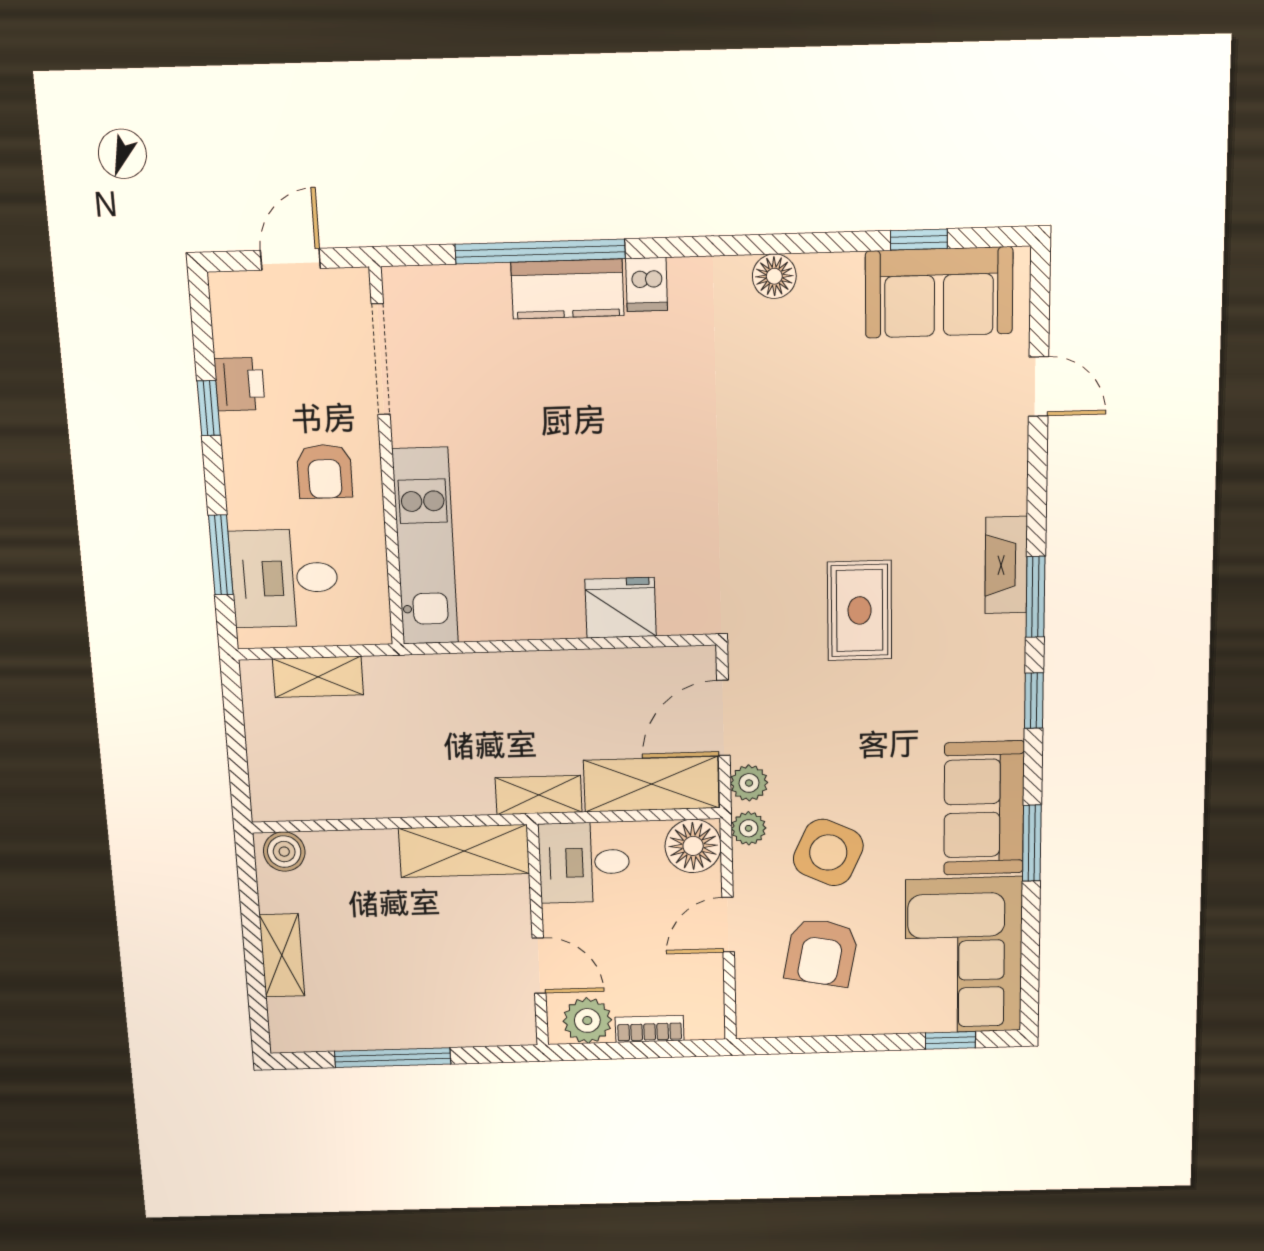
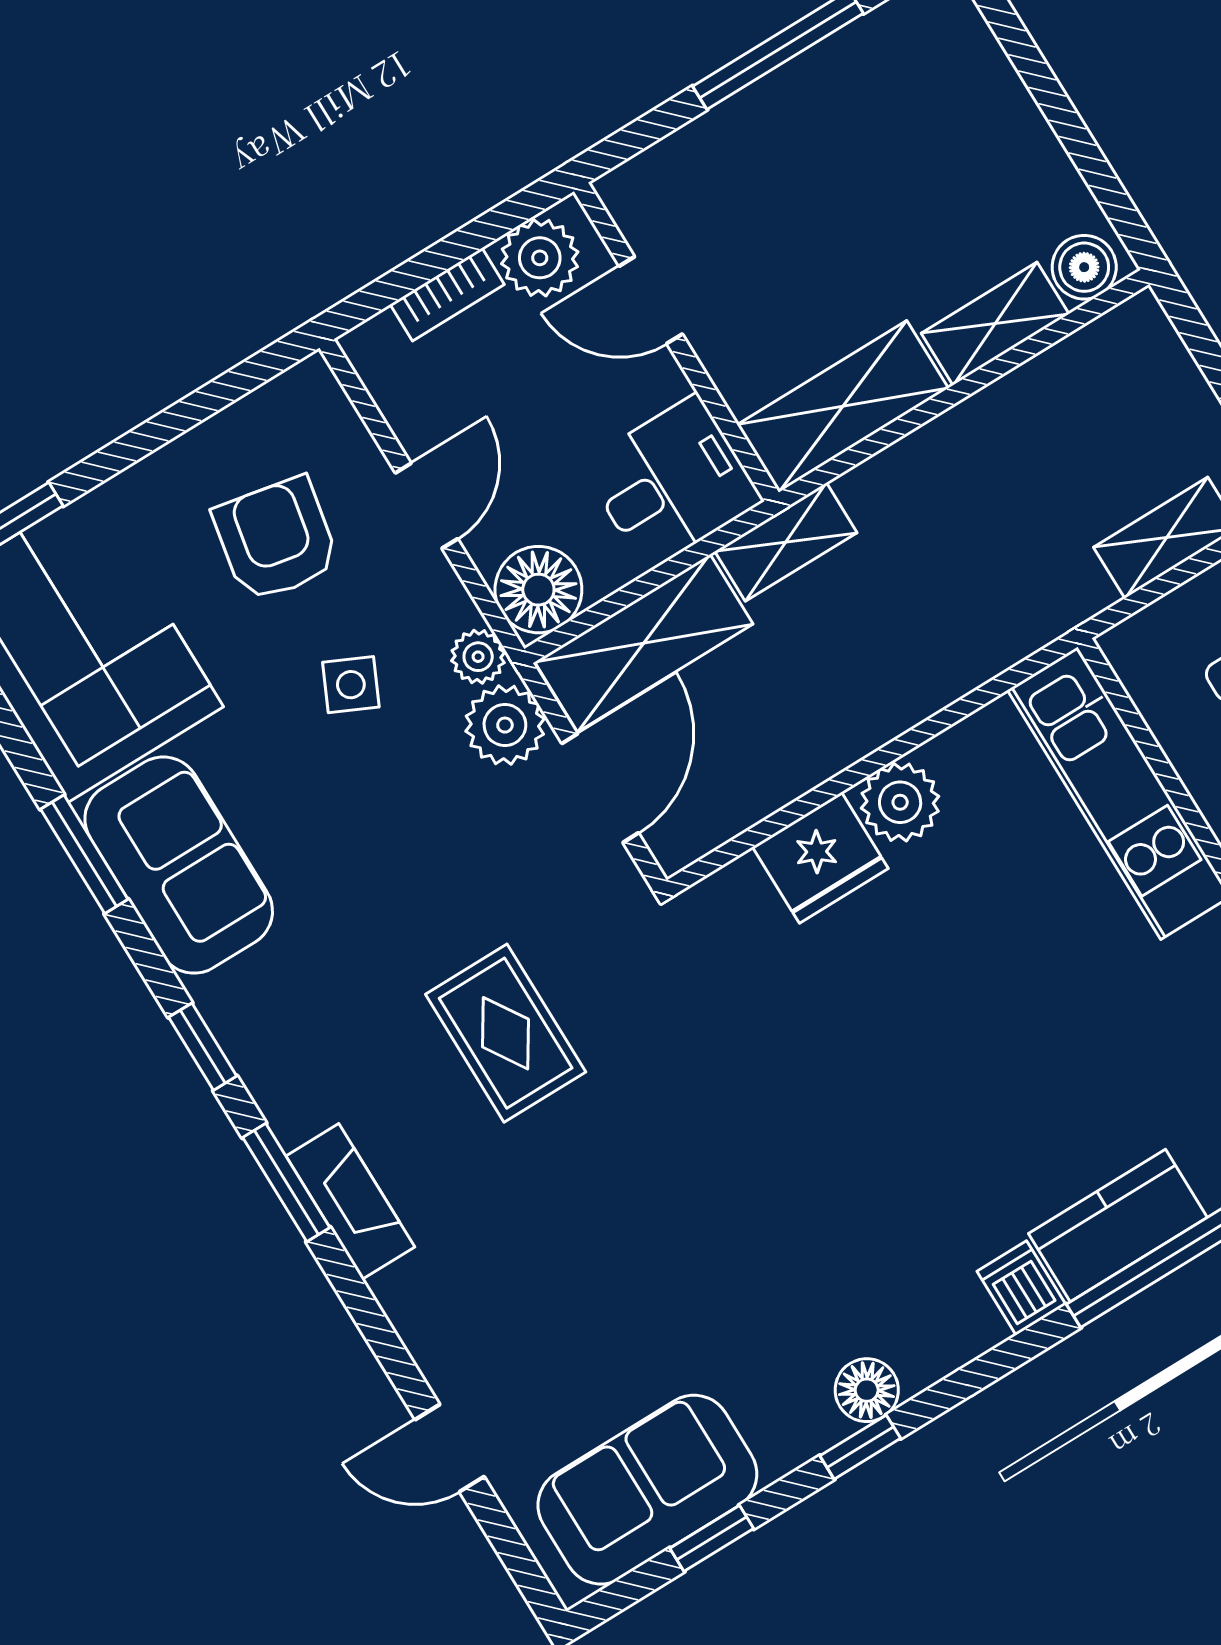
window: (798, 243) -> (860, 1447), added
plant: (556, 613) -> (900, 802), added
plant: (749, 783) -> (505, 725), width x1.38, depth x1.38
side table: (828, 852) -> (351, 685), width x0.54, depth x0.54
shelving: (282, 955) -> (995, 324), moved, turned 90

